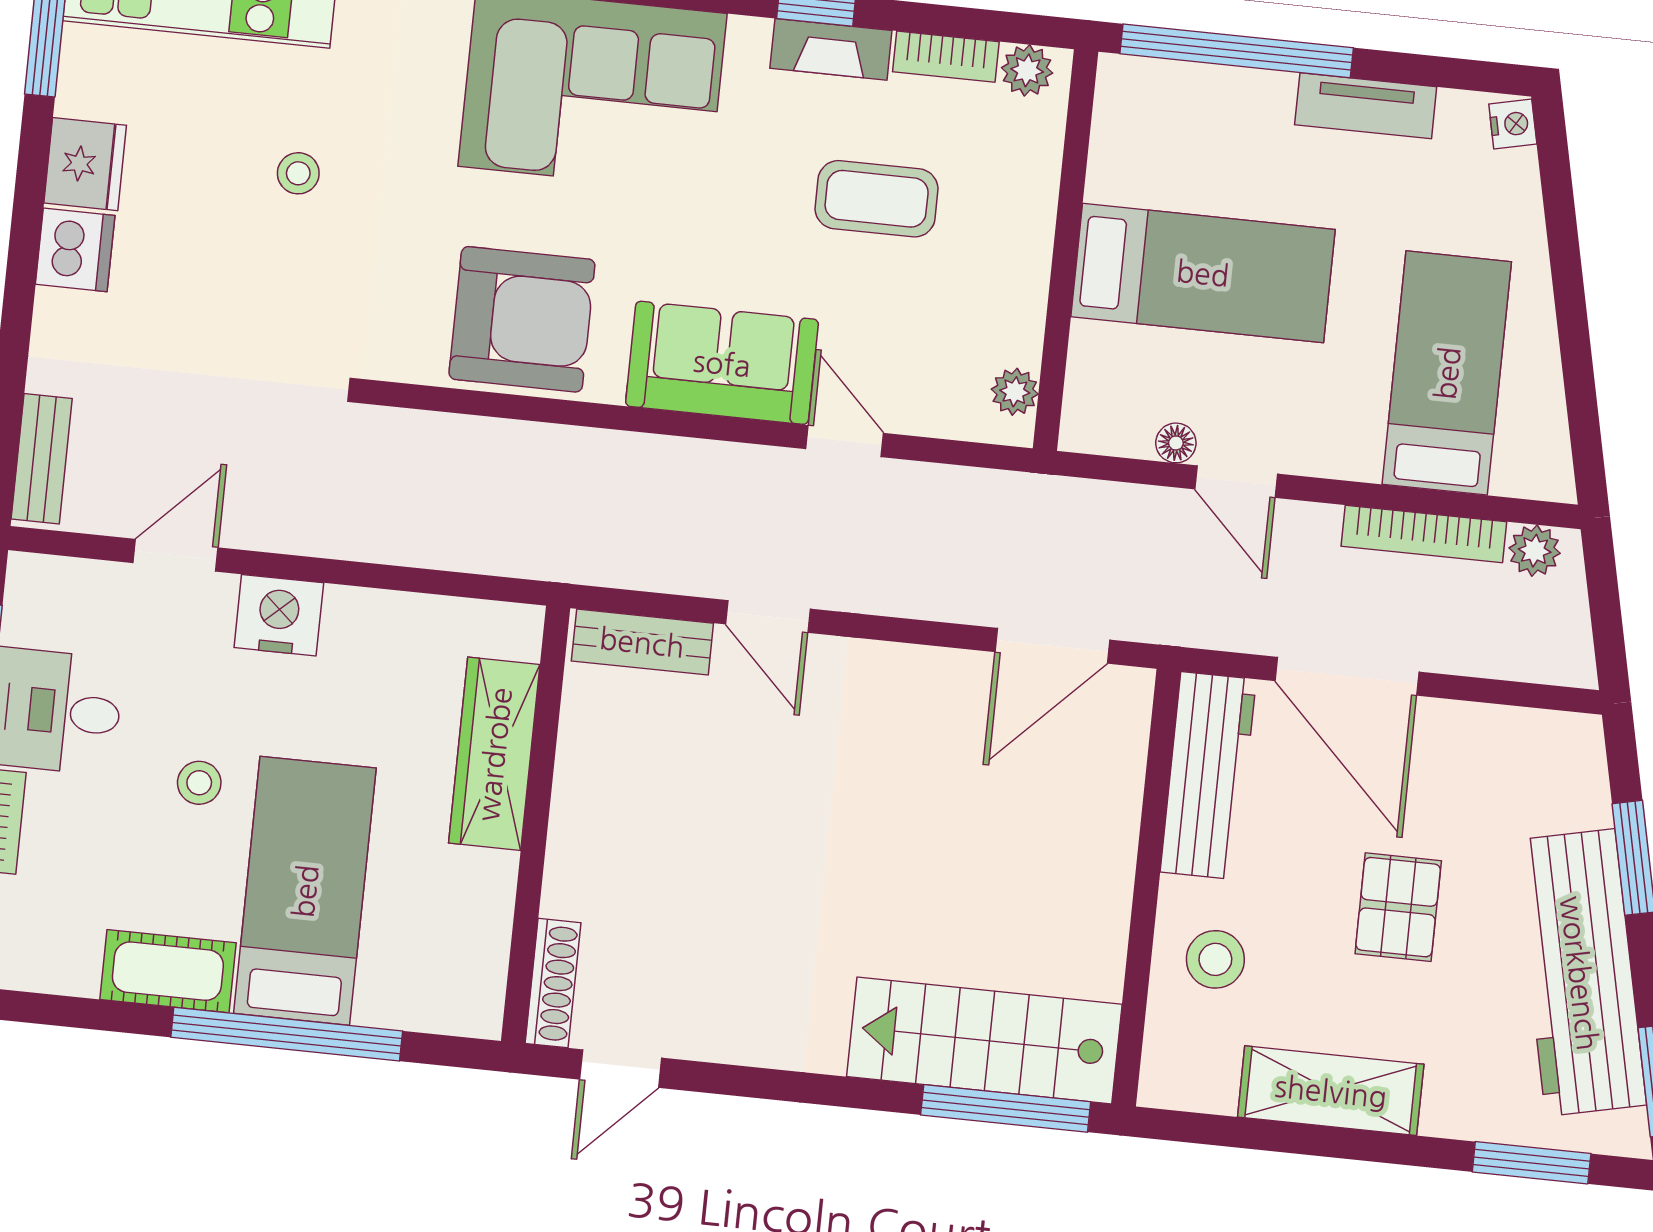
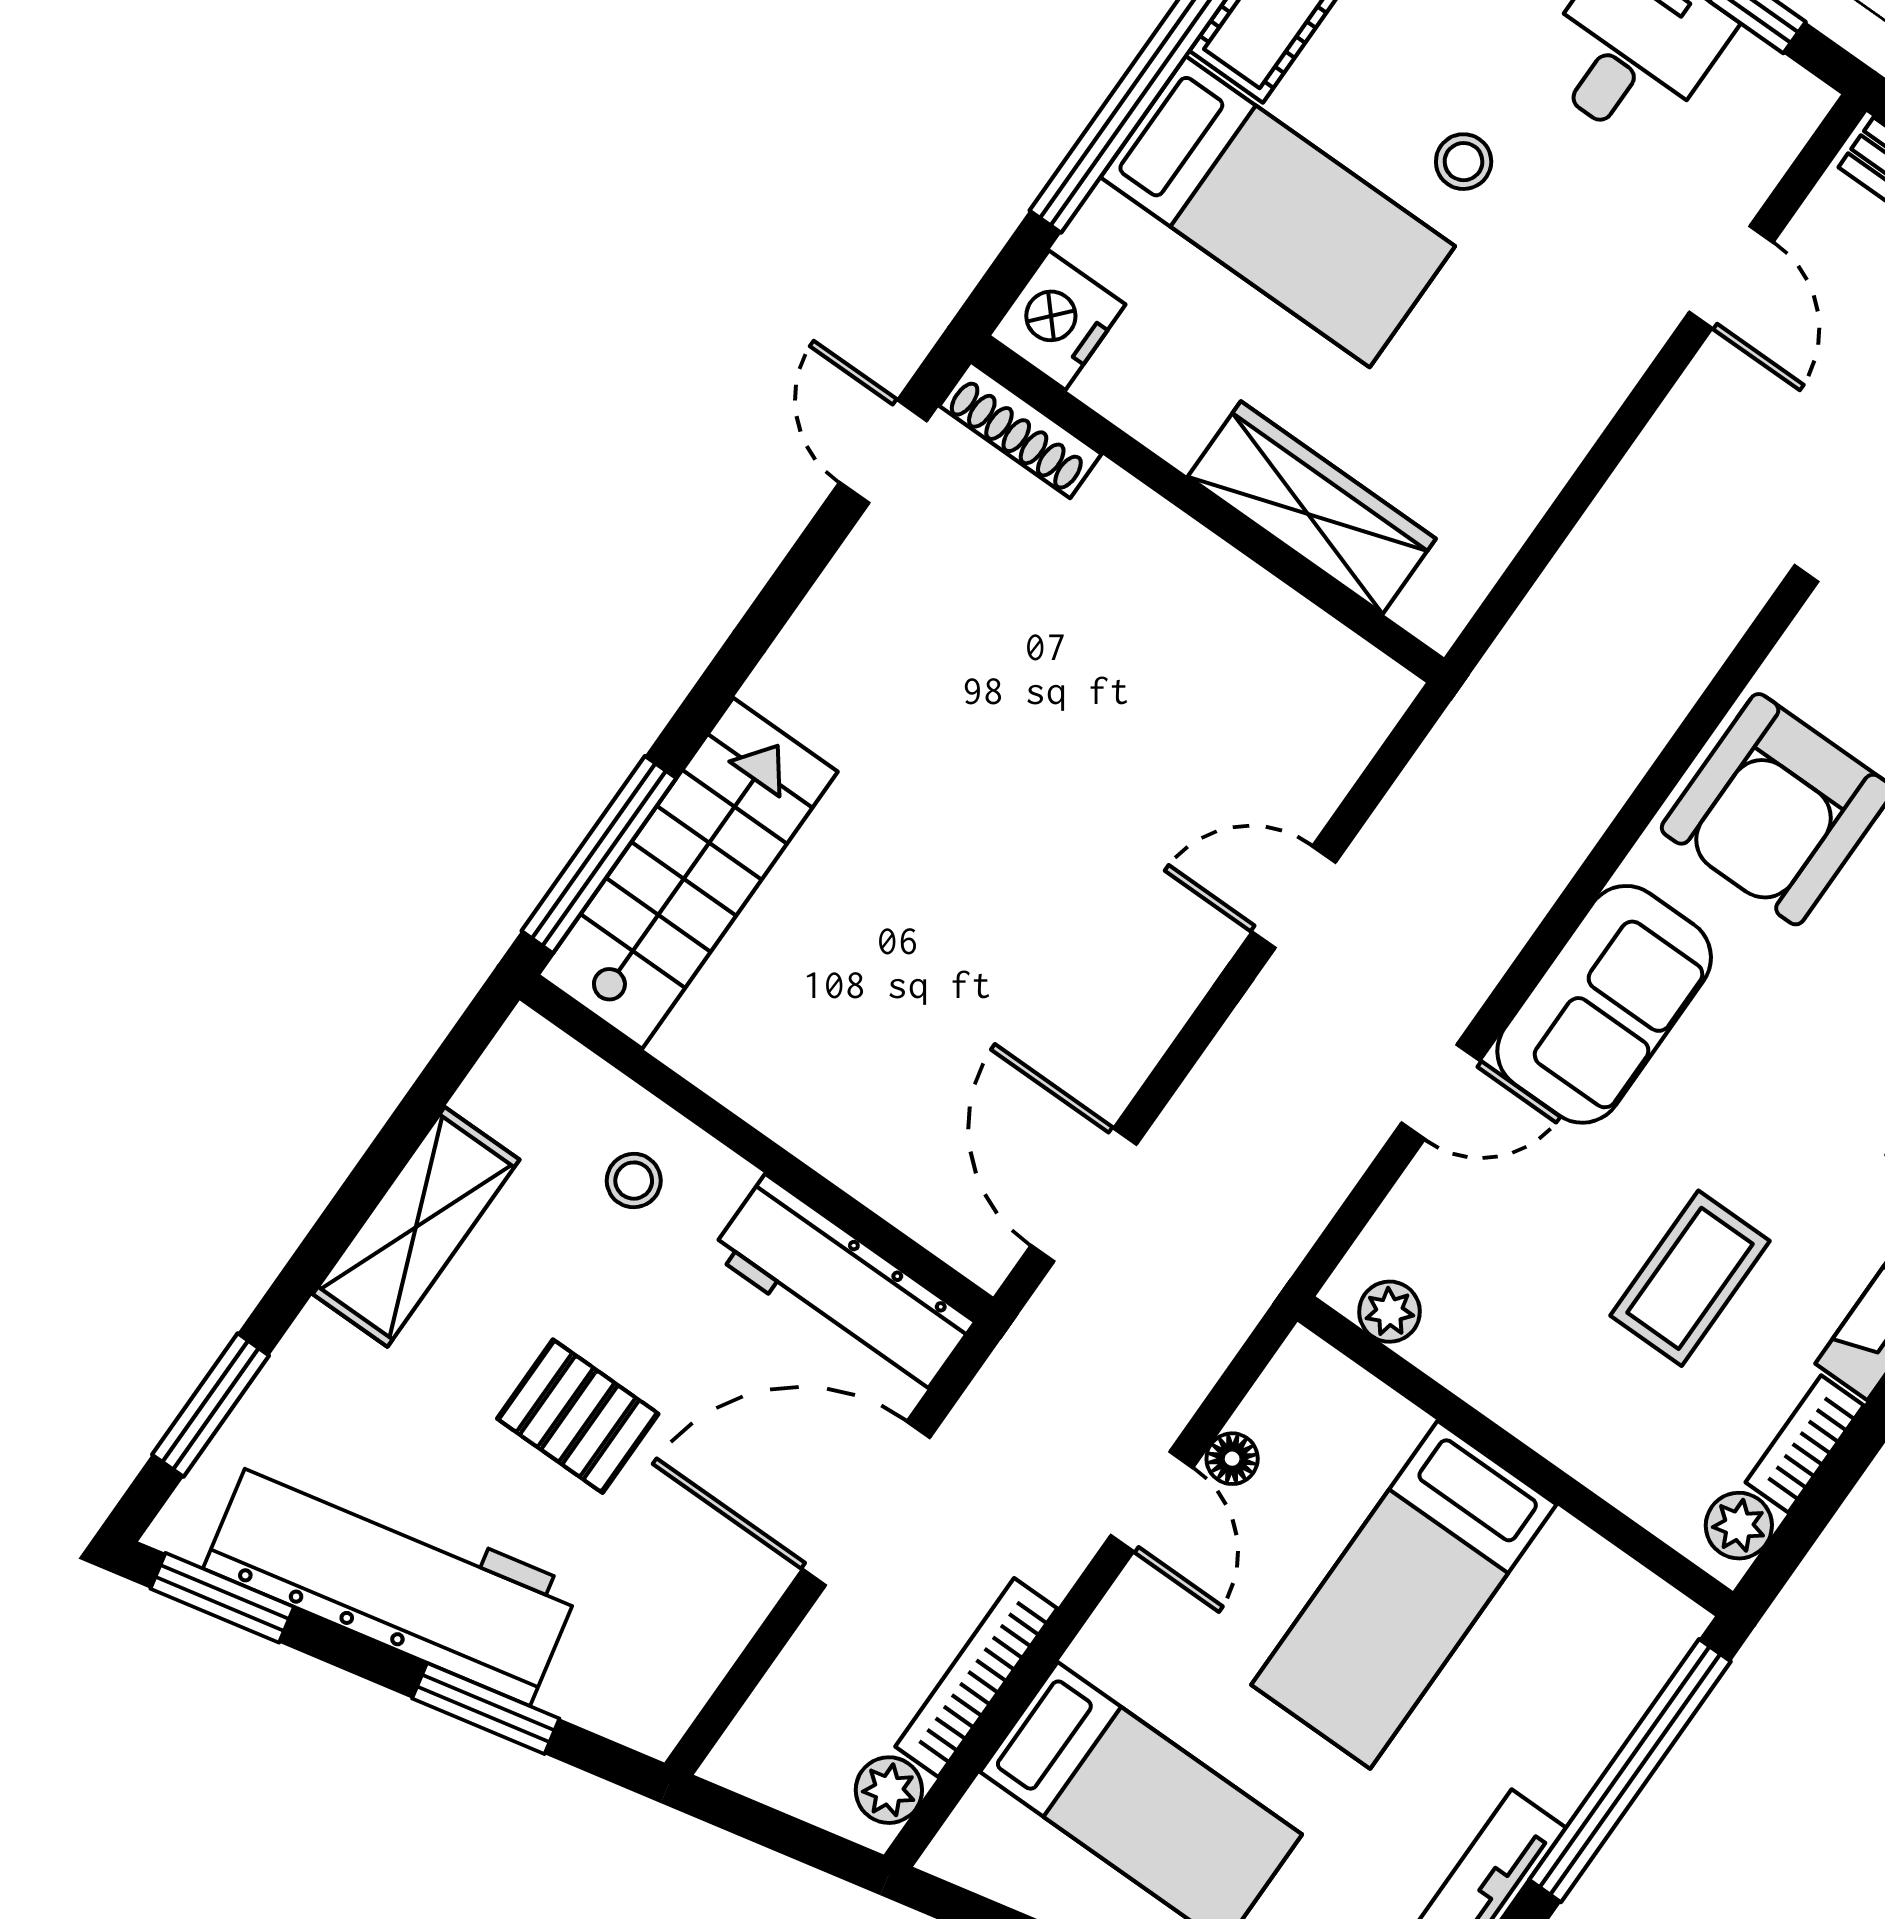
door: (1236, 482) -> (1152, 1502), swing flipped
nightstand: (279, 615) -> (1057, 320), moved, turned 180
bench: (642, 642) -> (1343, 742), removed
stool: (1215, 959) -> (634, 1181), width x0.73, depth x0.73

